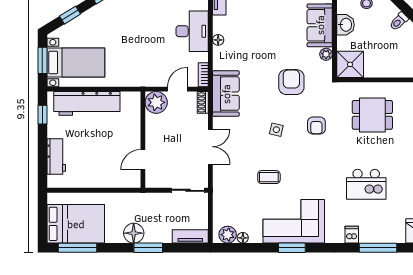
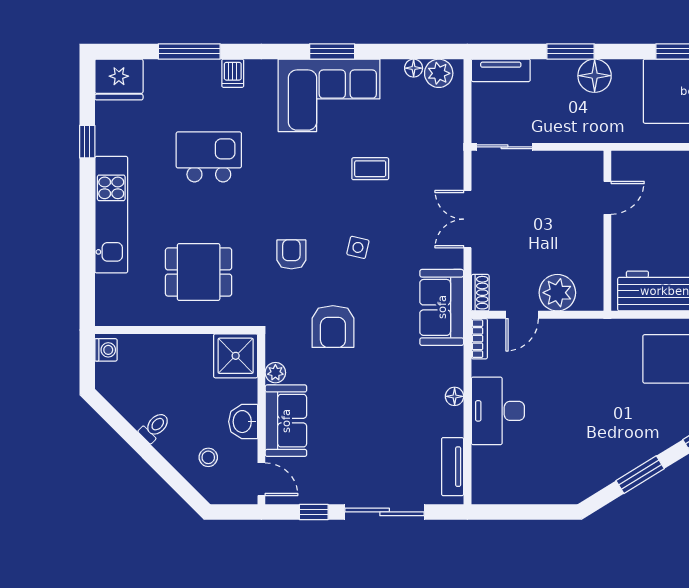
wall: (143, 140) -> (607, 231), moved
door: (143, 160) -> (607, 198), moved

